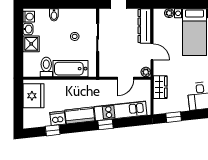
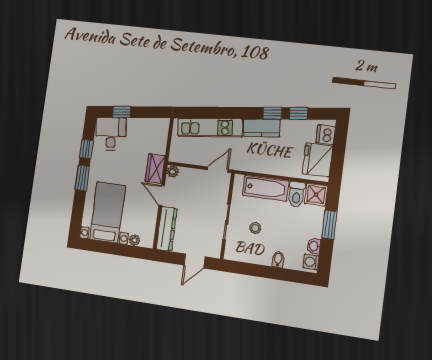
shower: (31, 44) -> (316, 195), moved
window: (18, 47) -> (329, 225), added
door: (125, 78) -> (218, 170), moved
wardrobe: (160, 87) -> (155, 169), moved
window: (174, 117) -> (122, 112), moved
dishwasher: (58, 118) -> (326, 135), moved, turned 96
window: (105, 125) -> (272, 113), moved

